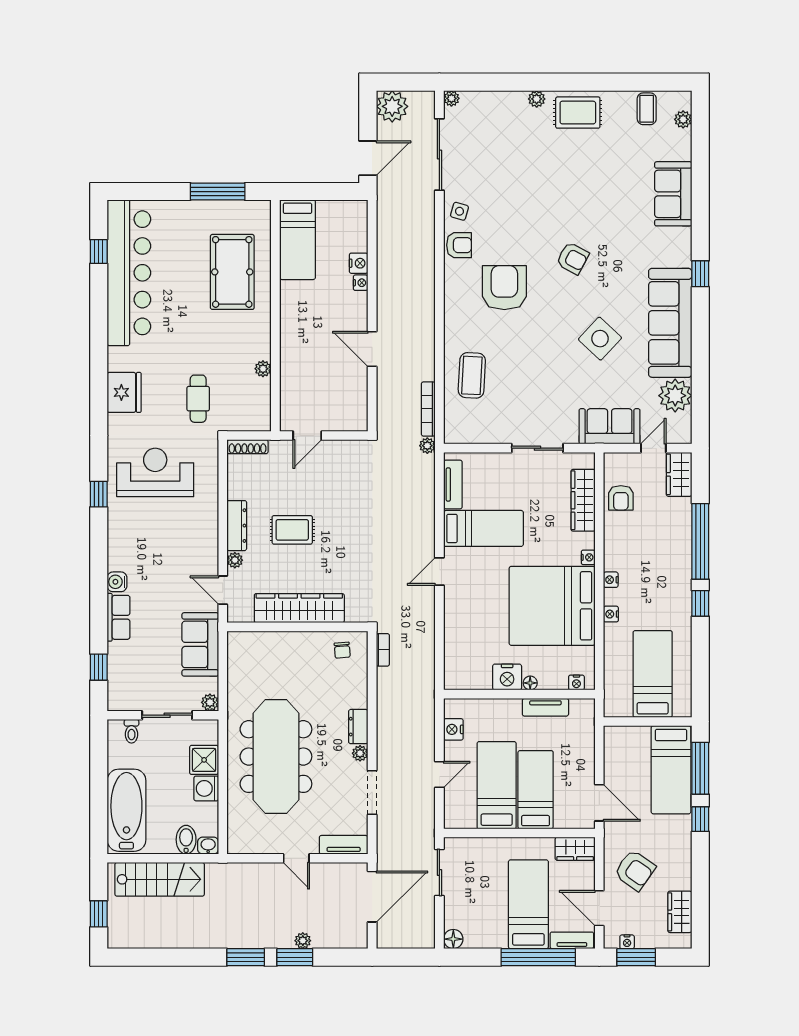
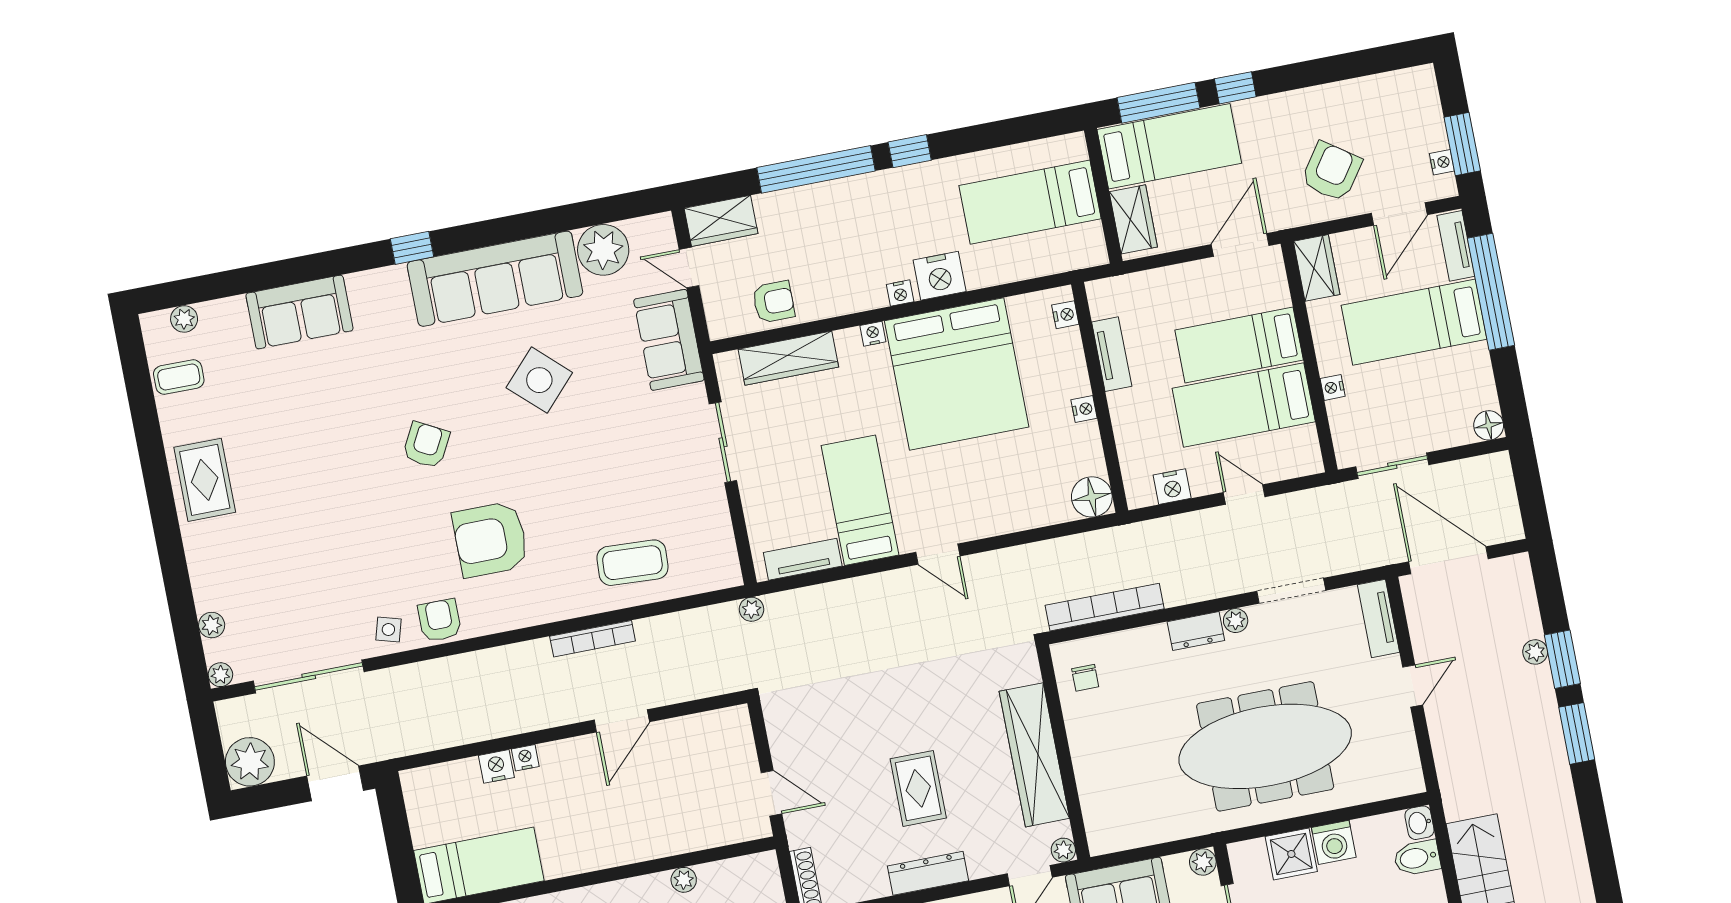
plant: (537, 99) -> (212, 625), moved
bookcase: (428, 409) -> (593, 639), moved
plant: (235, 560) -> (1063, 850), moved
nightstand: (611, 614) -> (940, 276), width x1.89, depth x1.79
chair: (342, 650) -> (1085, 678), turned 95
bookcase: (383, 650) -> (1105, 607), width x2.31, depth x1.31
nightstand: (507, 677) -> (1084, 409), width x0.53, depth x0.56
floor lamp: (530, 683) -> (1092, 497), moved, width x1.89, depth x1.89
nightstand: (497, 844) -> (1333, 387), added
wardrobe: (680, 912) -> (1133, 219), moved, turned -90

